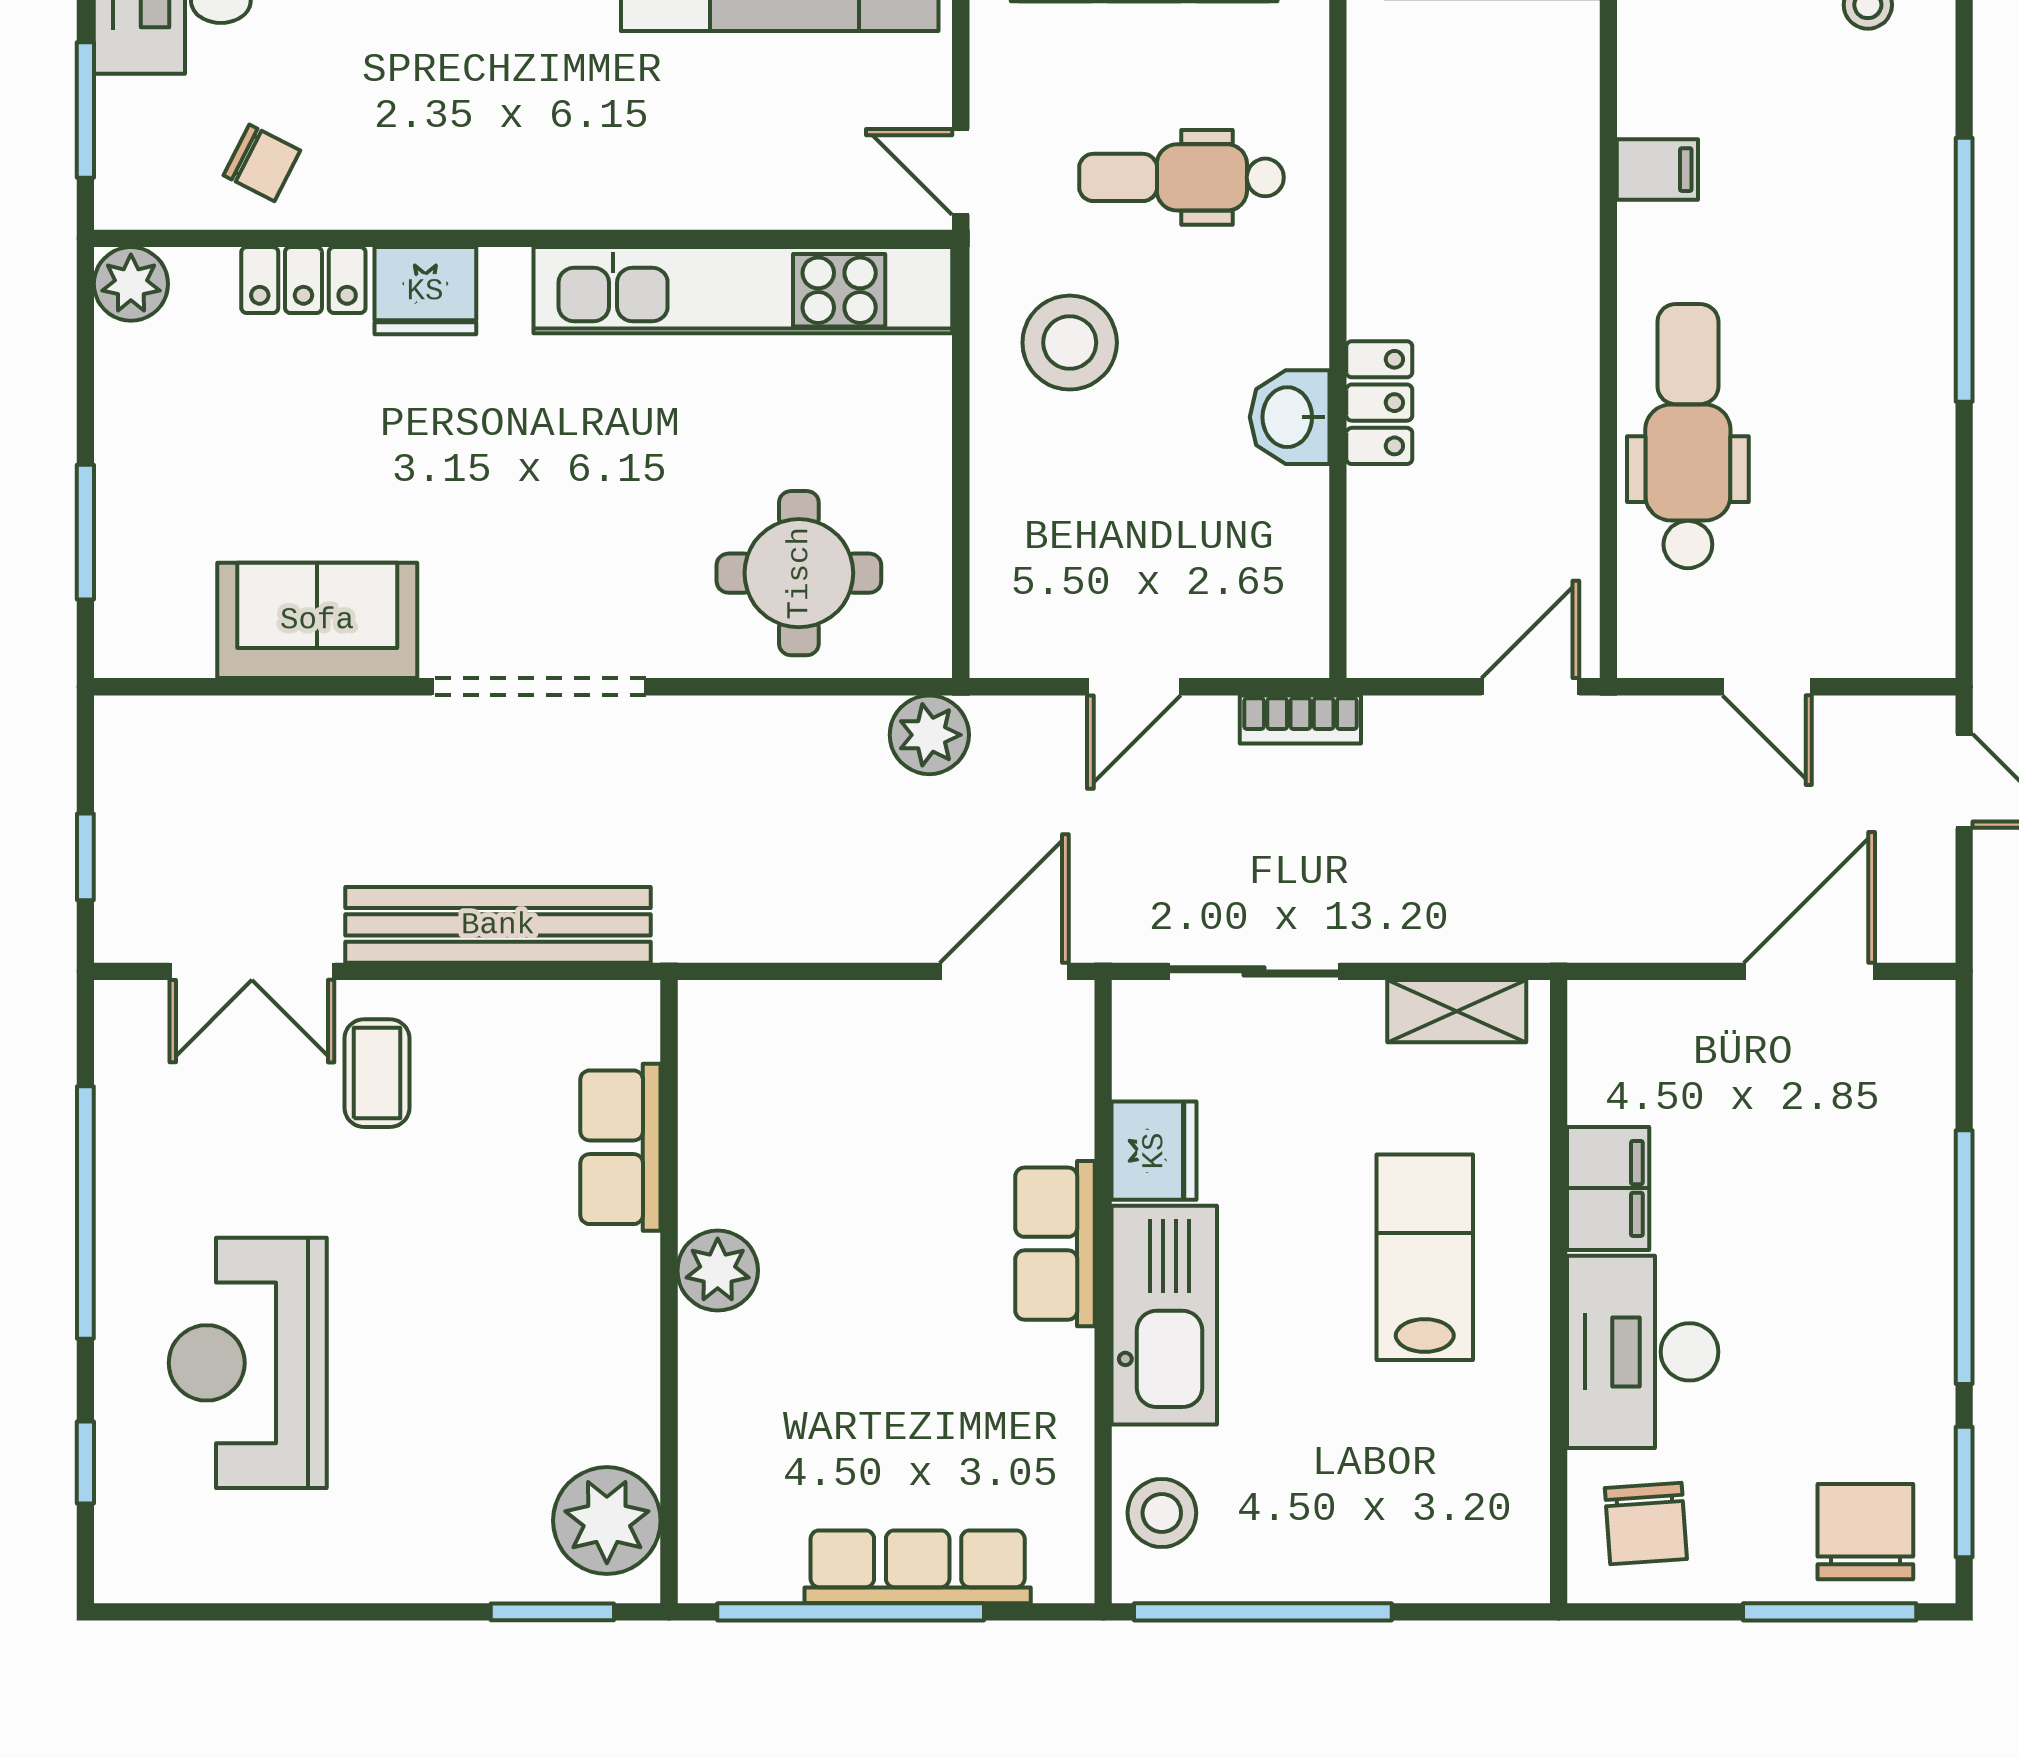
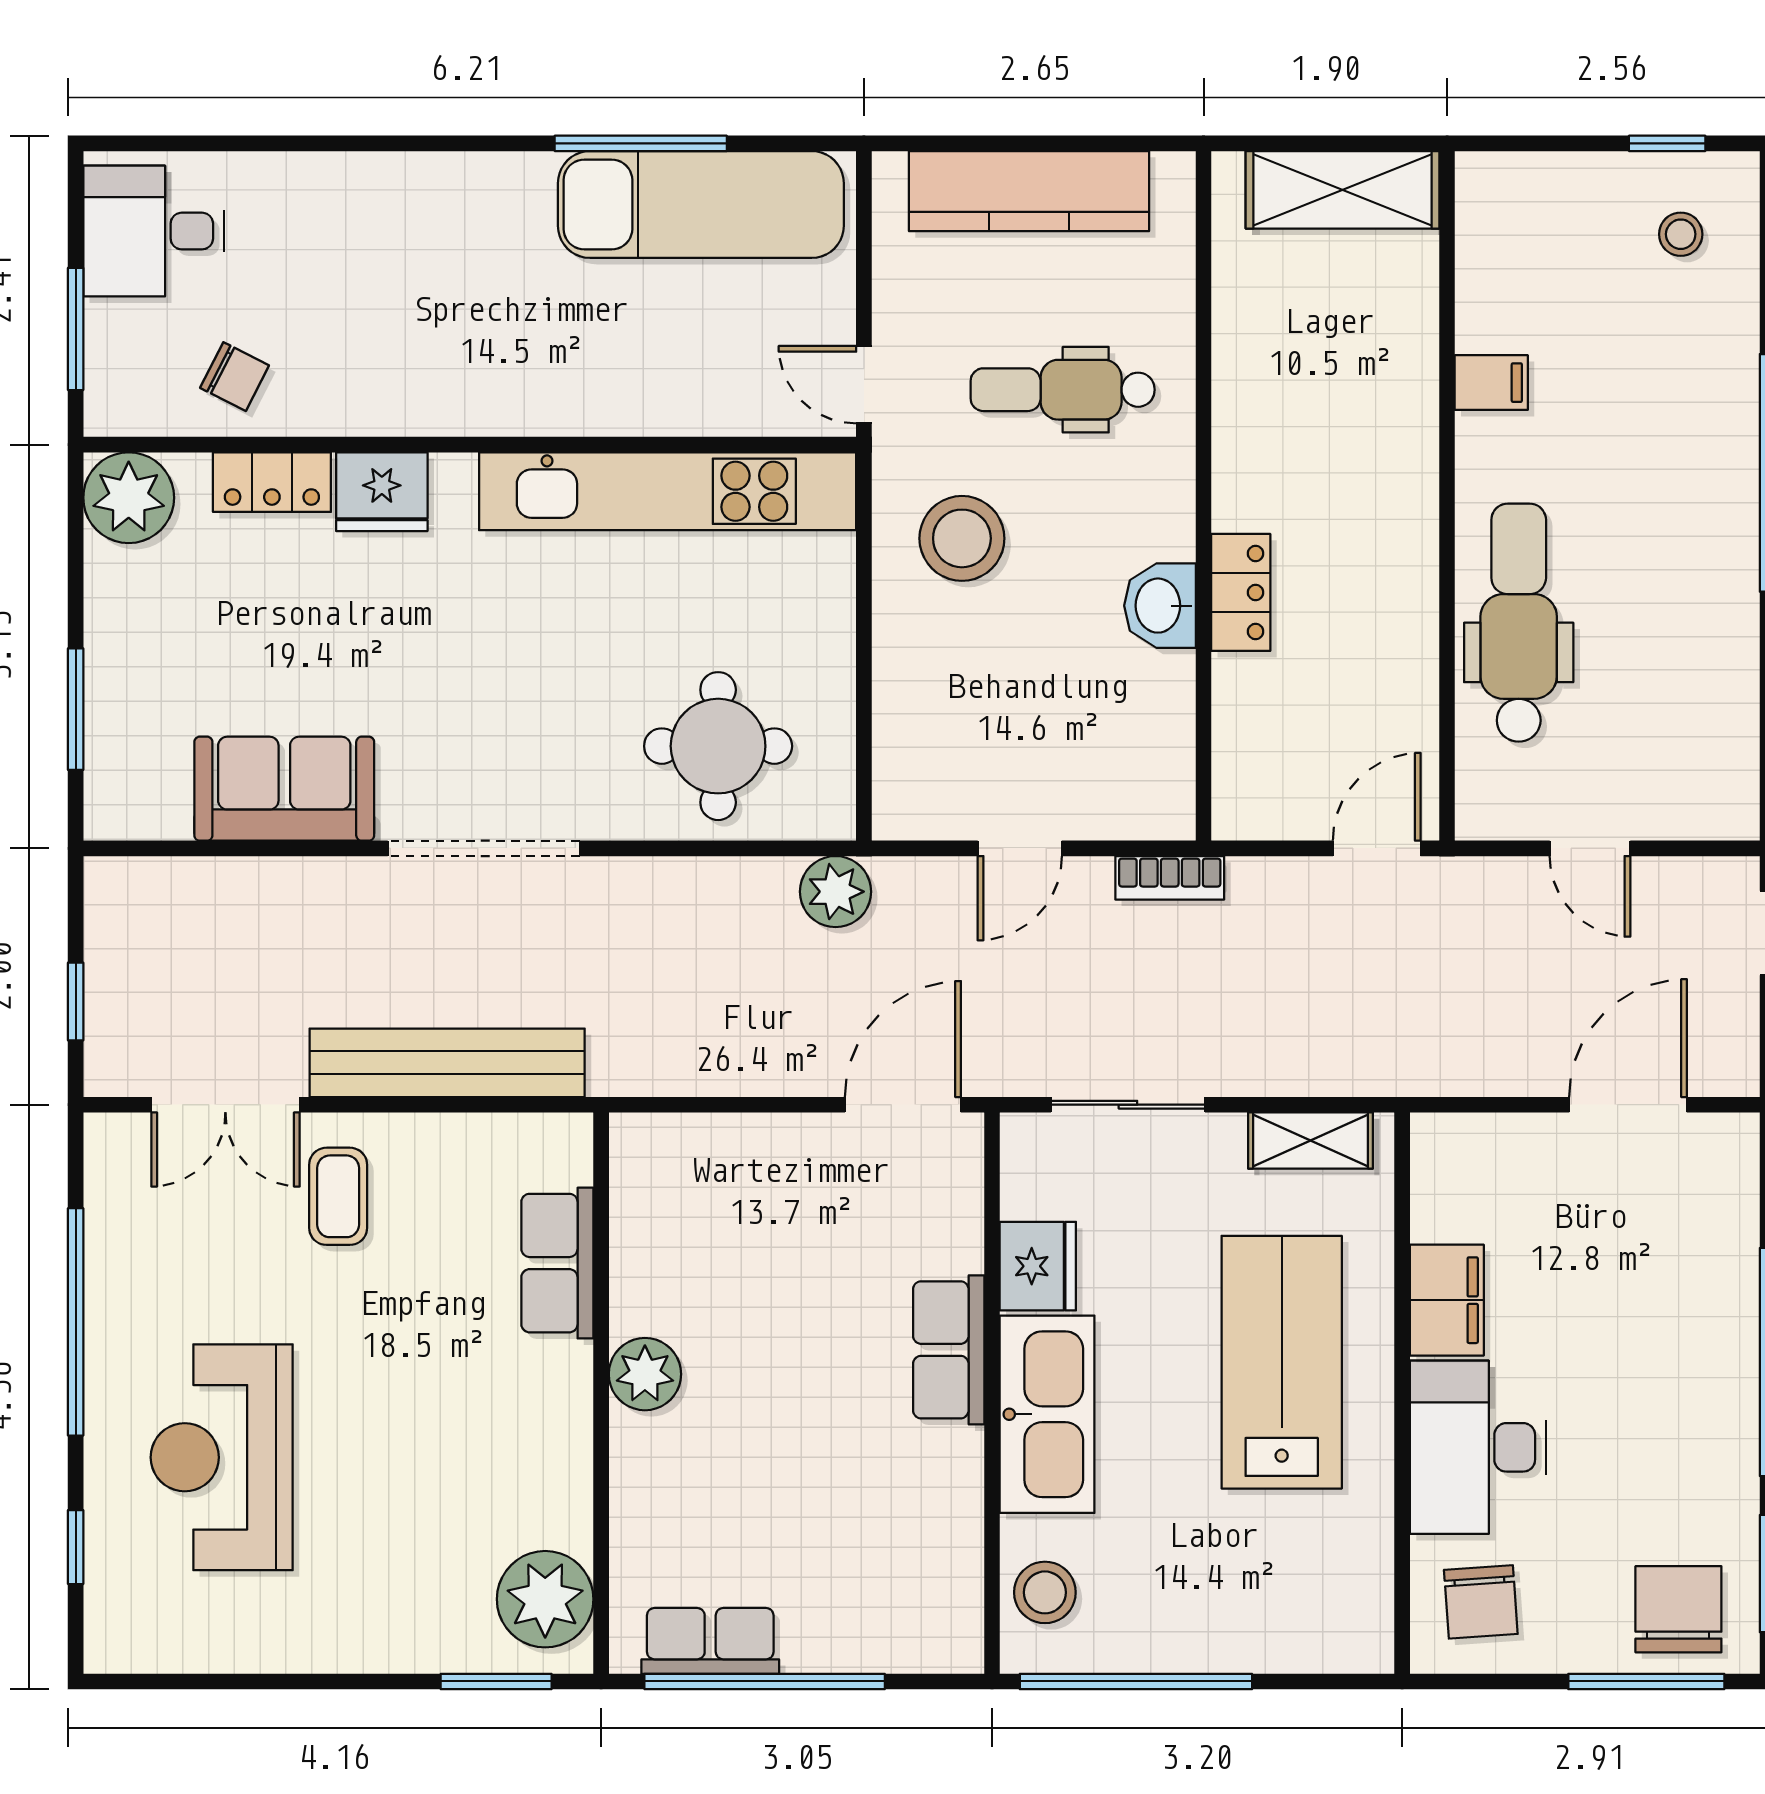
plant: (131, 284) -> (129, 498), width x1.36, depth x1.36
lab bench: (1425, 1257) -> (1282, 1362), width x1.36, depth x1.39
row of seats: (918, 1567) -> (710, 1641), moved, width x0.68

